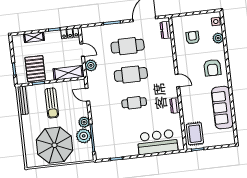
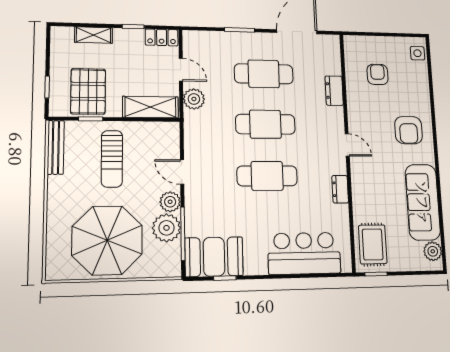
dresser: (166, 30) -> (334, 91), moved
plant: (218, 38) -> (433, 251), moved
door: (87, 95) -> (182, 172), moved
cafe table: (134, 103) -> (267, 176), width x1.37, depth x1.35
booth: (110, 148) -> (214, 257), added

